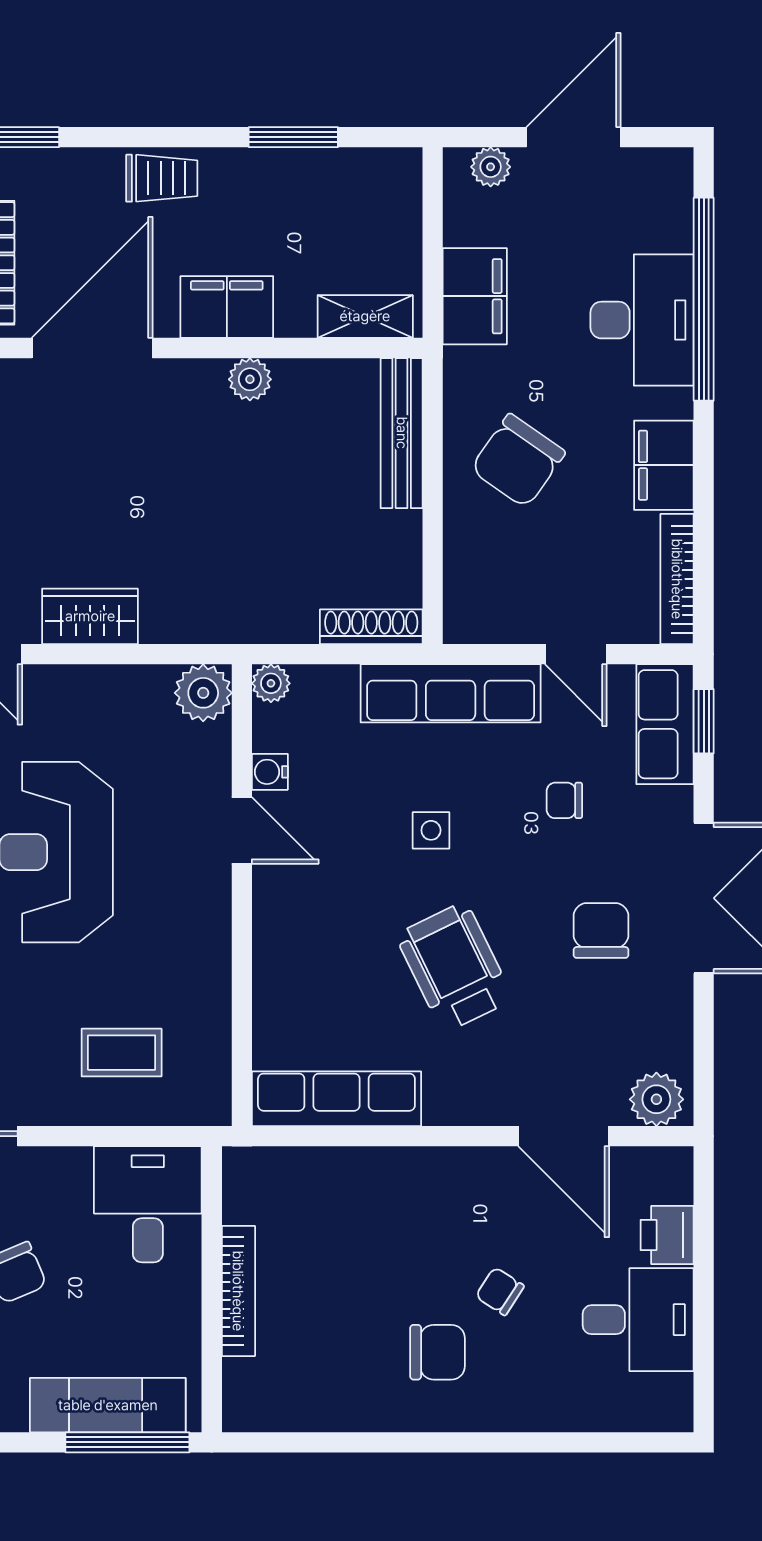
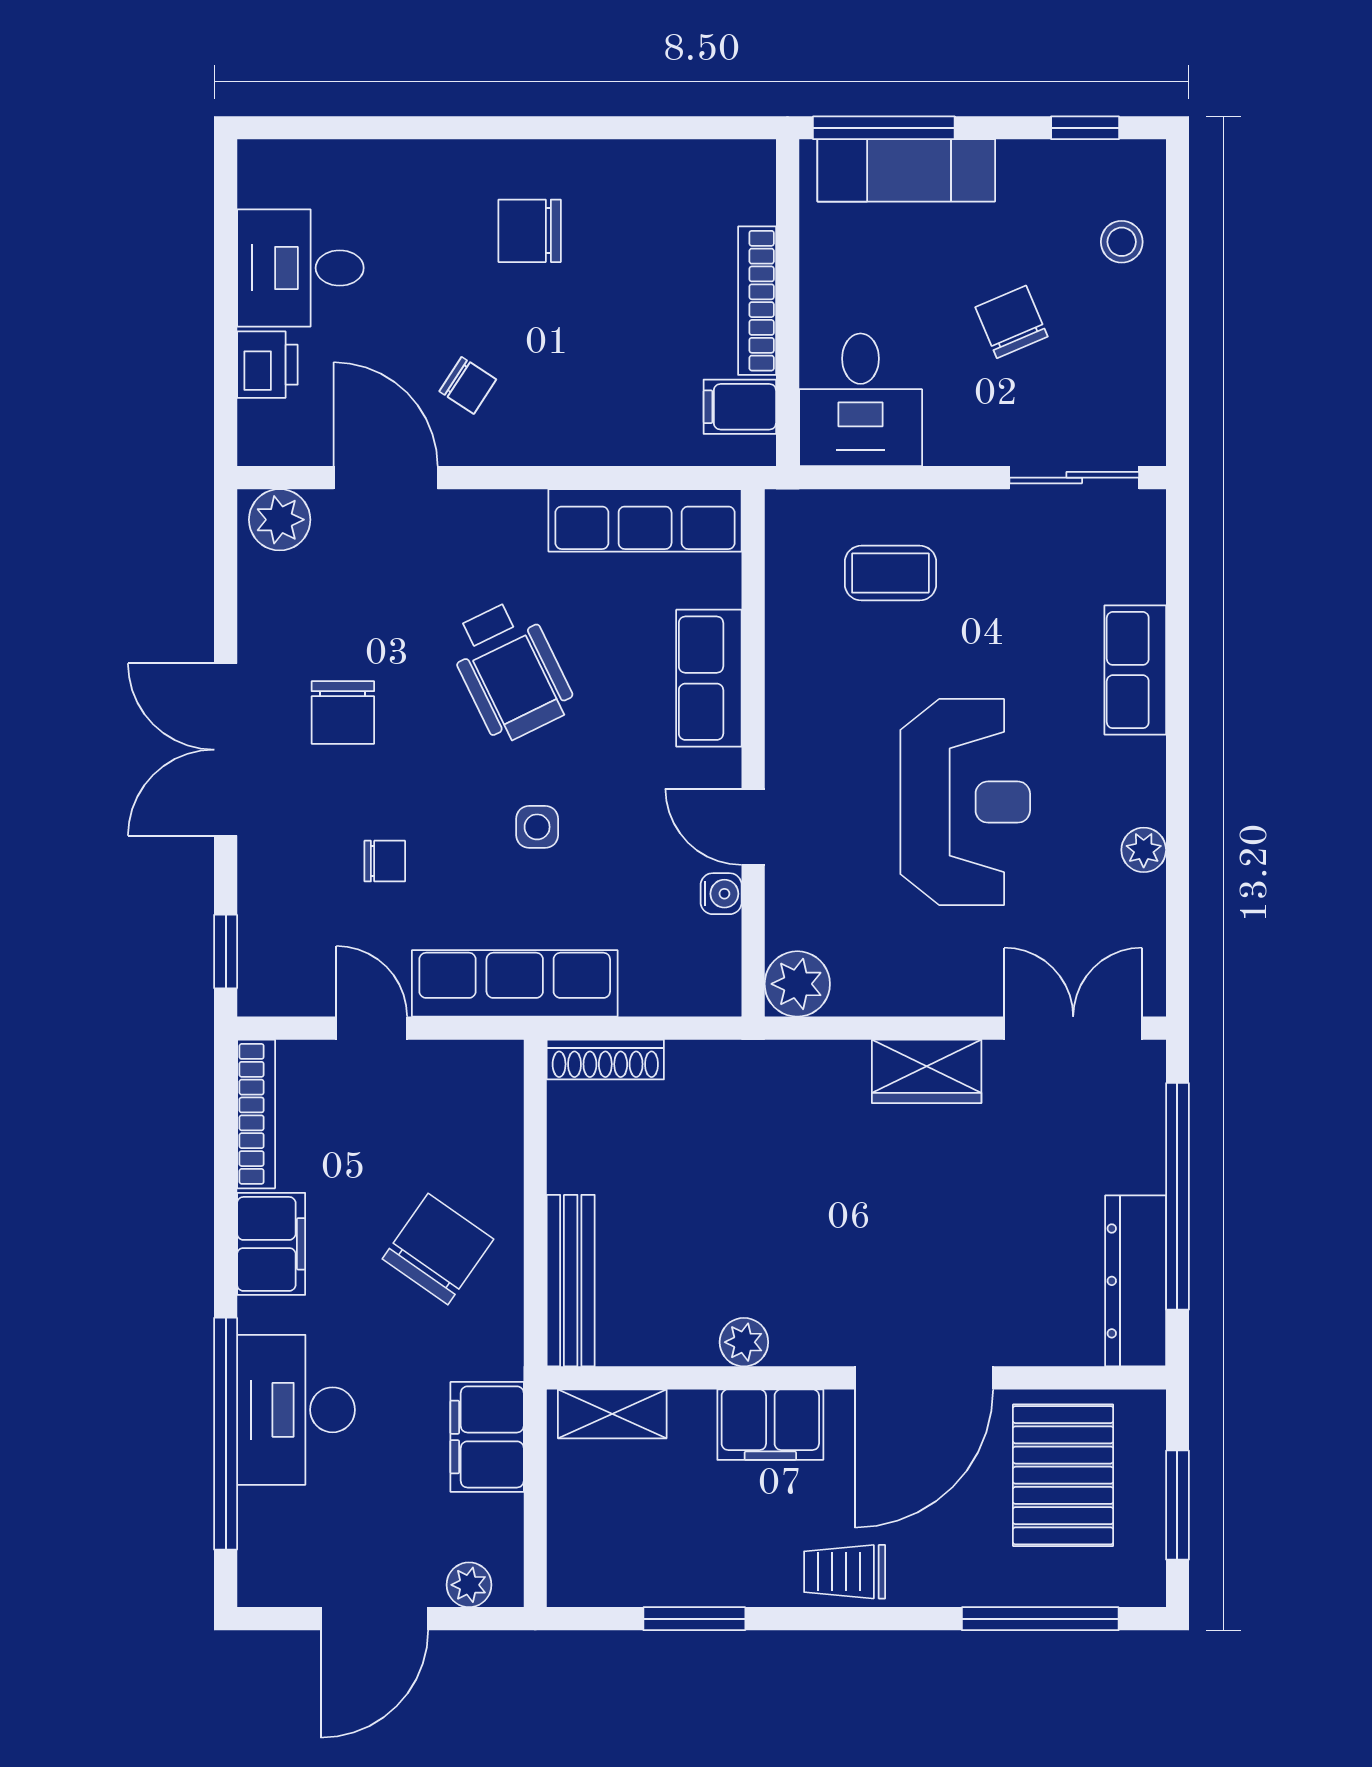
plant: (271, 683) -> (720, 995), removed
row of seats: (665, 724) -> (709, 678), moved, turned 180
filing cabinet: (253, 1198) -> (740, 407), added
chair: (500, 1291) -> (468, 385), moved

